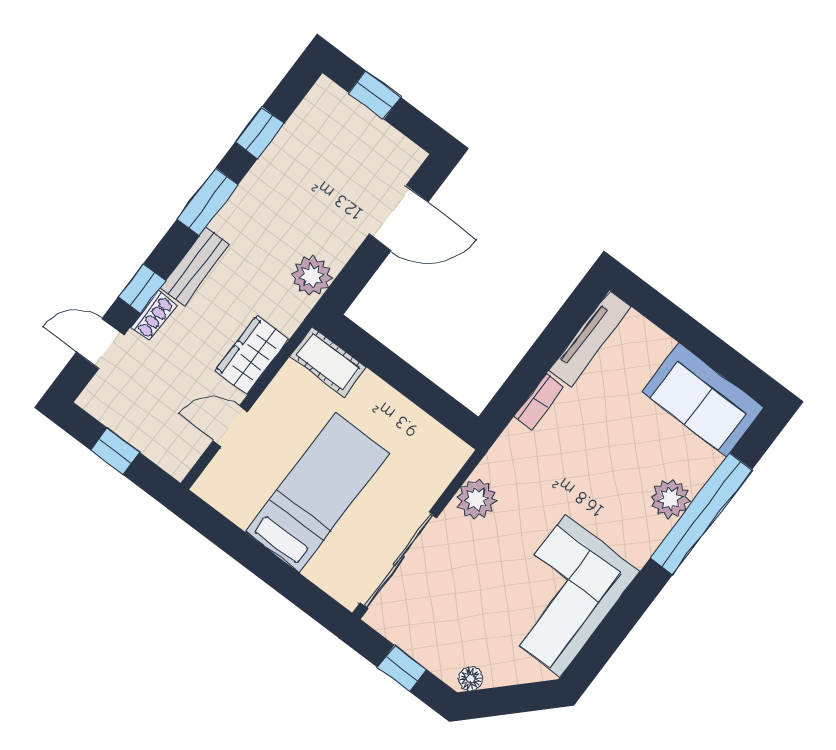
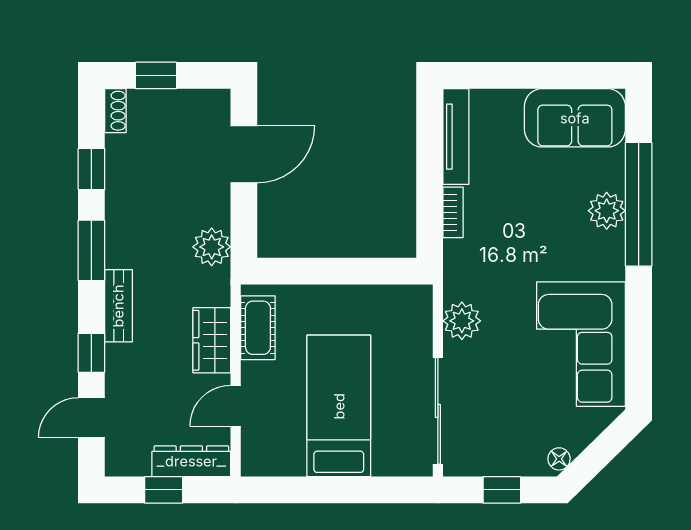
shoe rack: (153, 316) -> (115, 111), moved
cot: (328, 361) -> (258, 328), moved, turned 90
dresser: (157, 445) -> (191, 461), added

